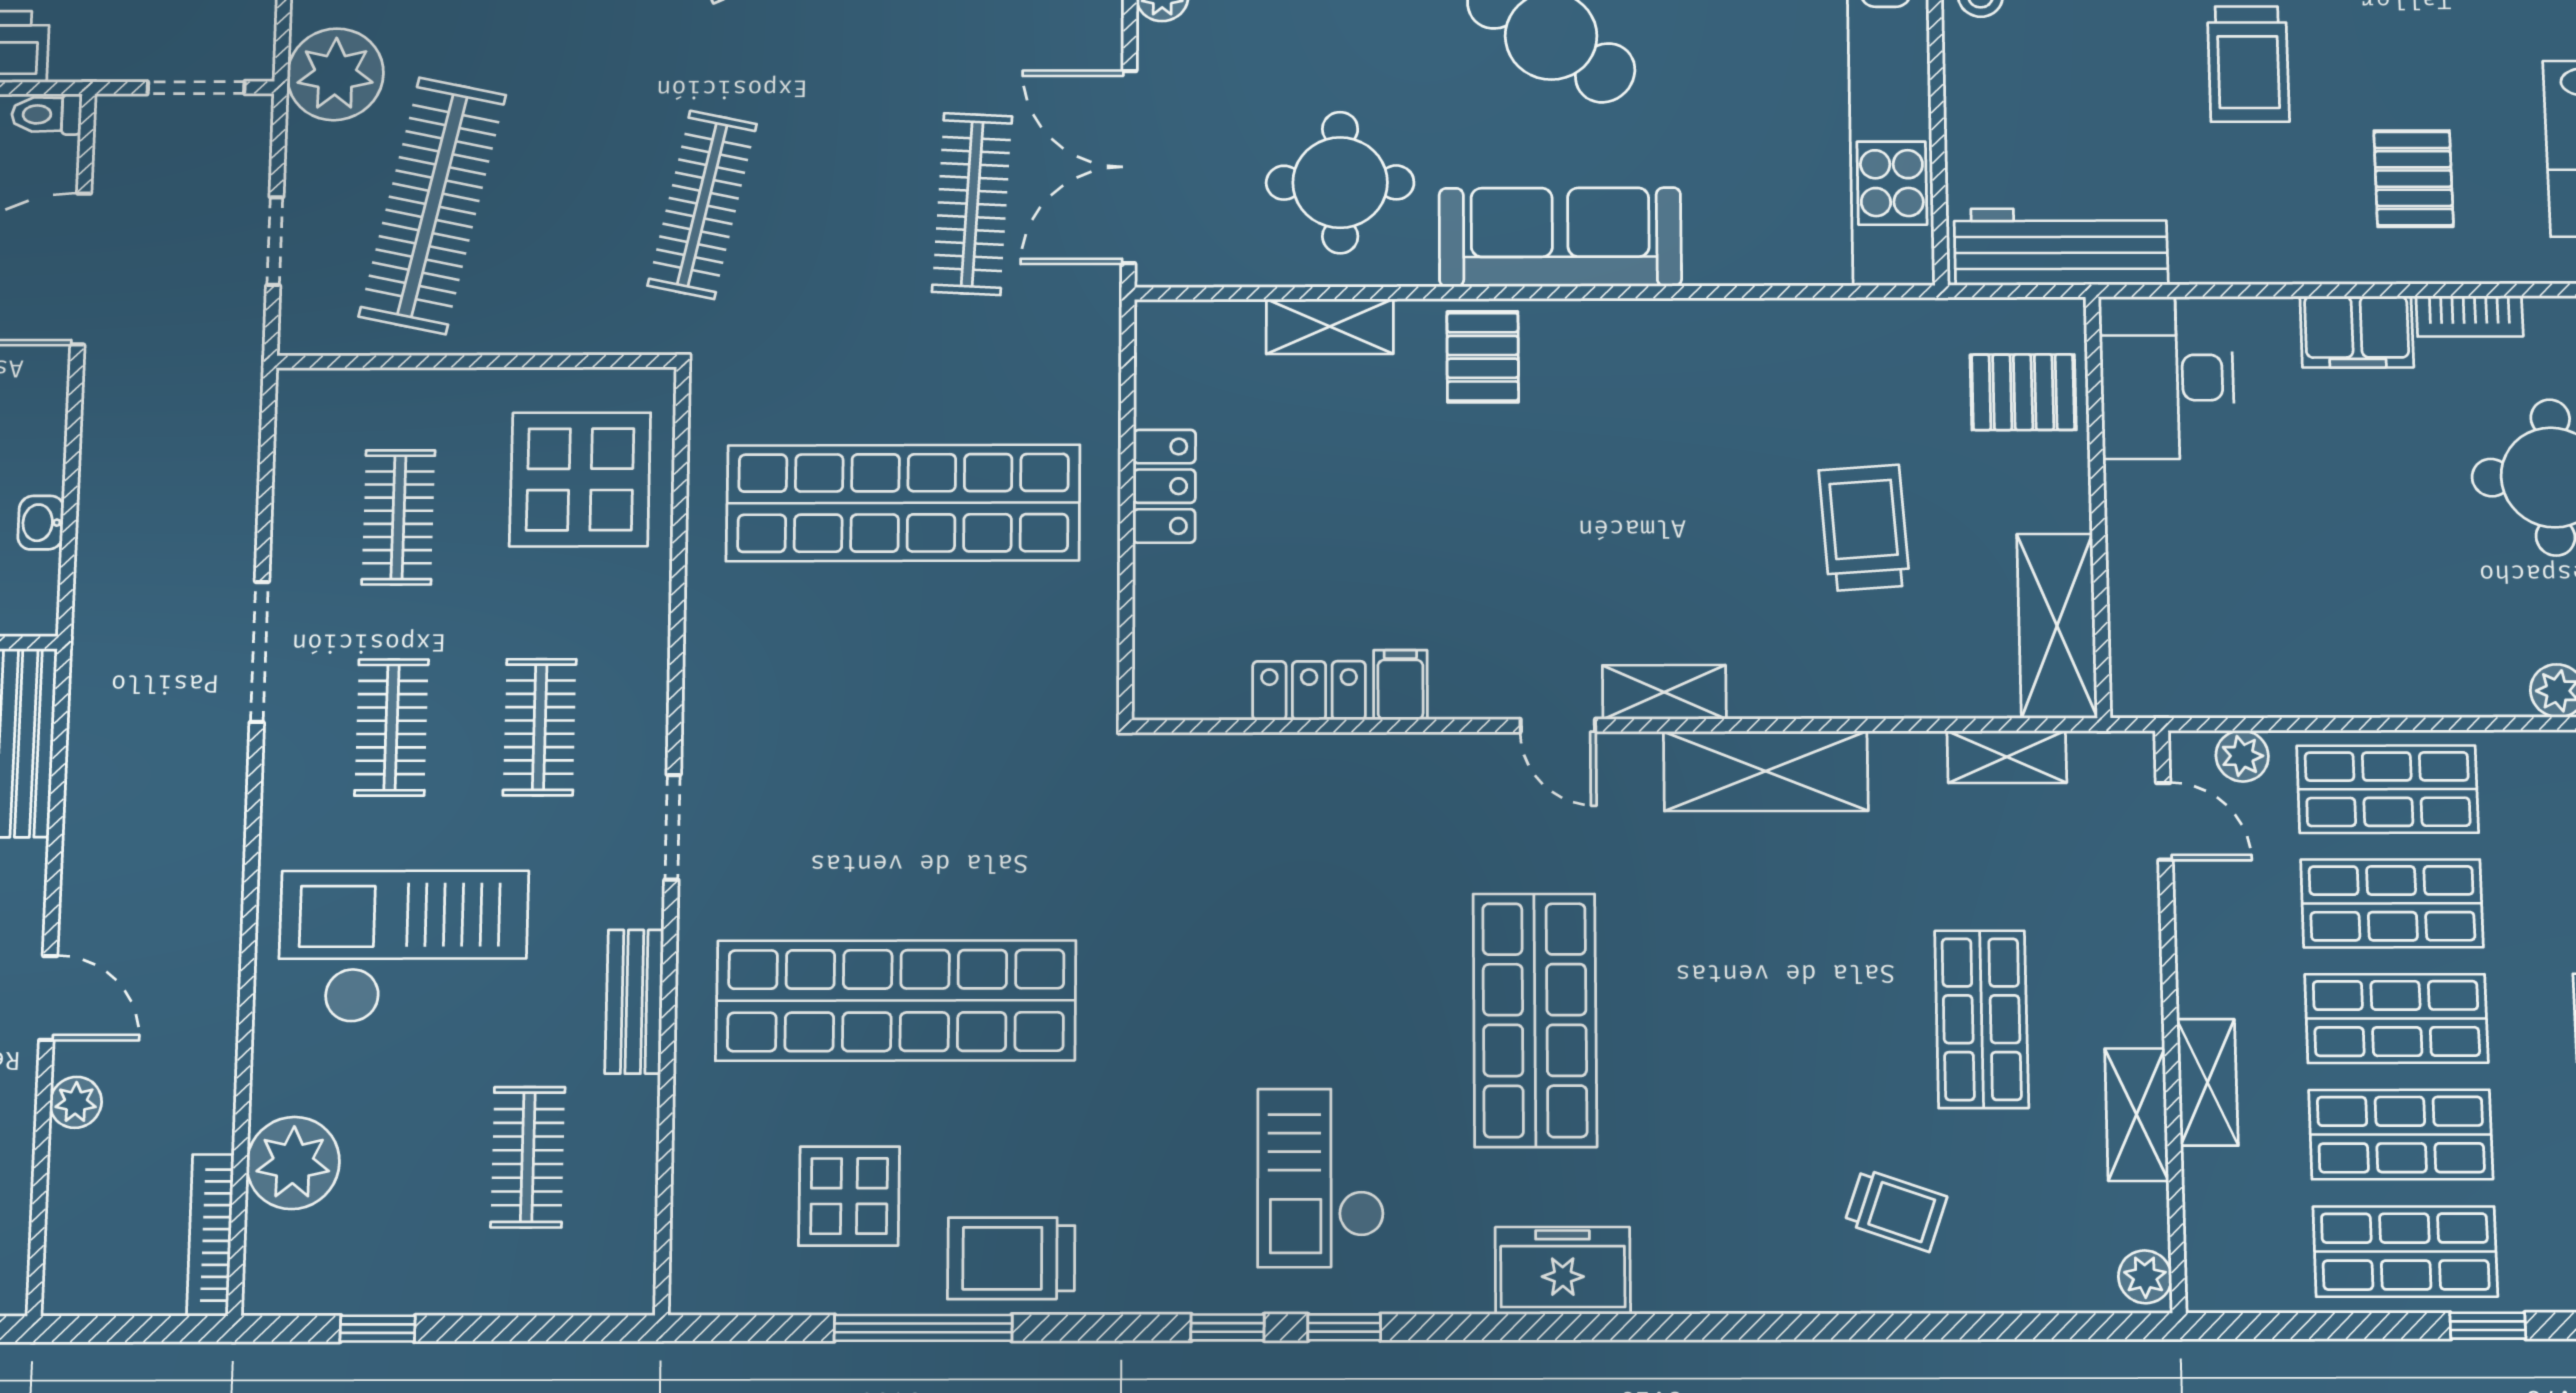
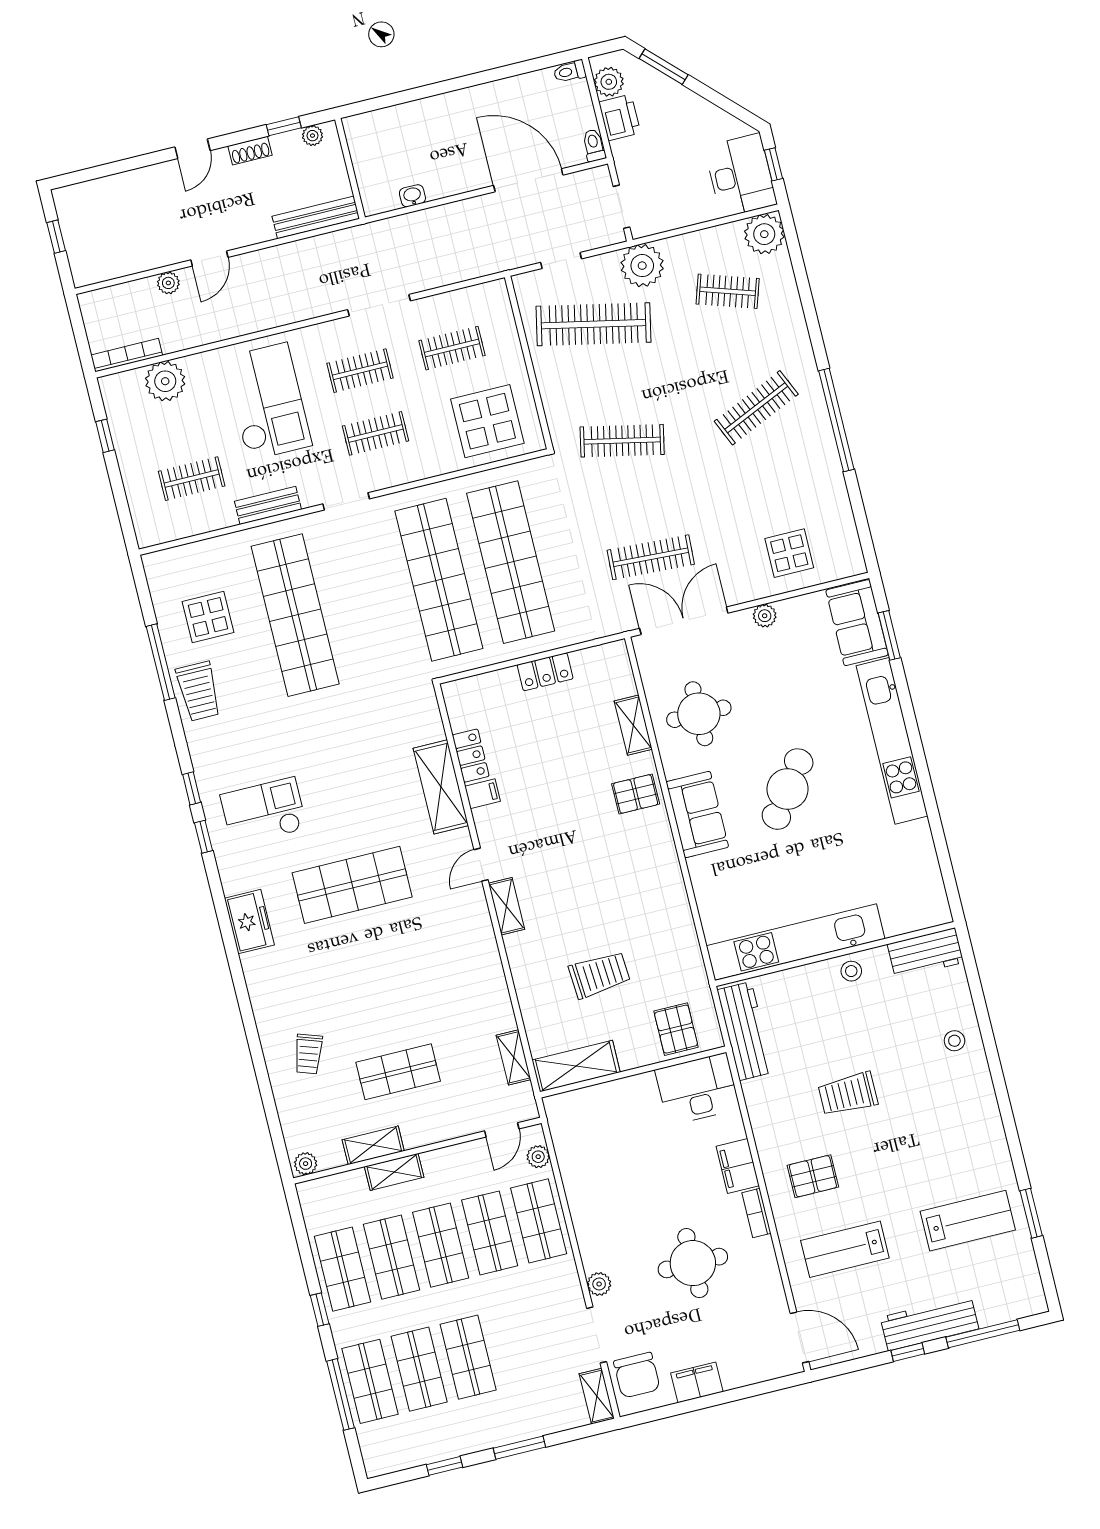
sofa: (1560, 237) -> (697, 815), width x0.73
shop shelf: (901, 667) -> (439, 580), added
shelving: (1766, 771) -> (441, 787), moved
trolley: (1011, 1258) -> (198, 691), turned 180

